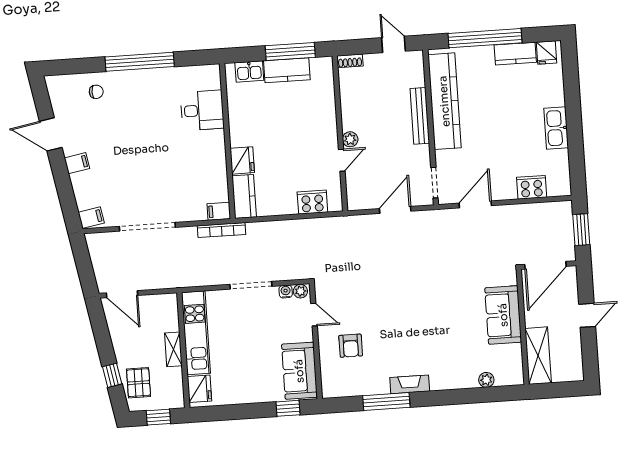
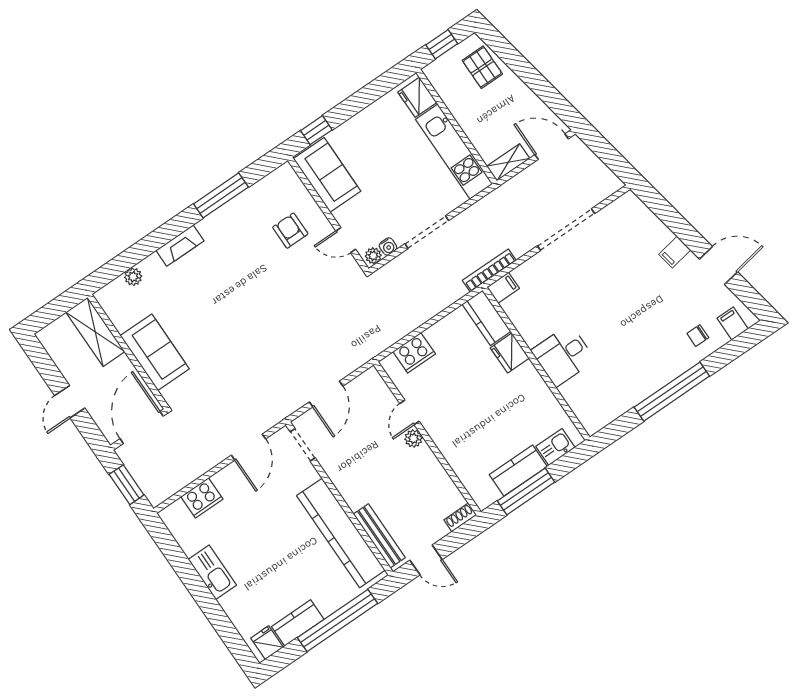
desk: (202, 110) -> (563, 355), moved
bench: (420, 116) -> (379, 536), moved
filing cabinet: (91, 218) -> (733, 323), moved, turned 100
shelving: (173, 349) -> (508, 162), moved, turned 90
window: (112, 375) -> (513, 59), removed
fireplace: (410, 384) -> (180, 246), moved

